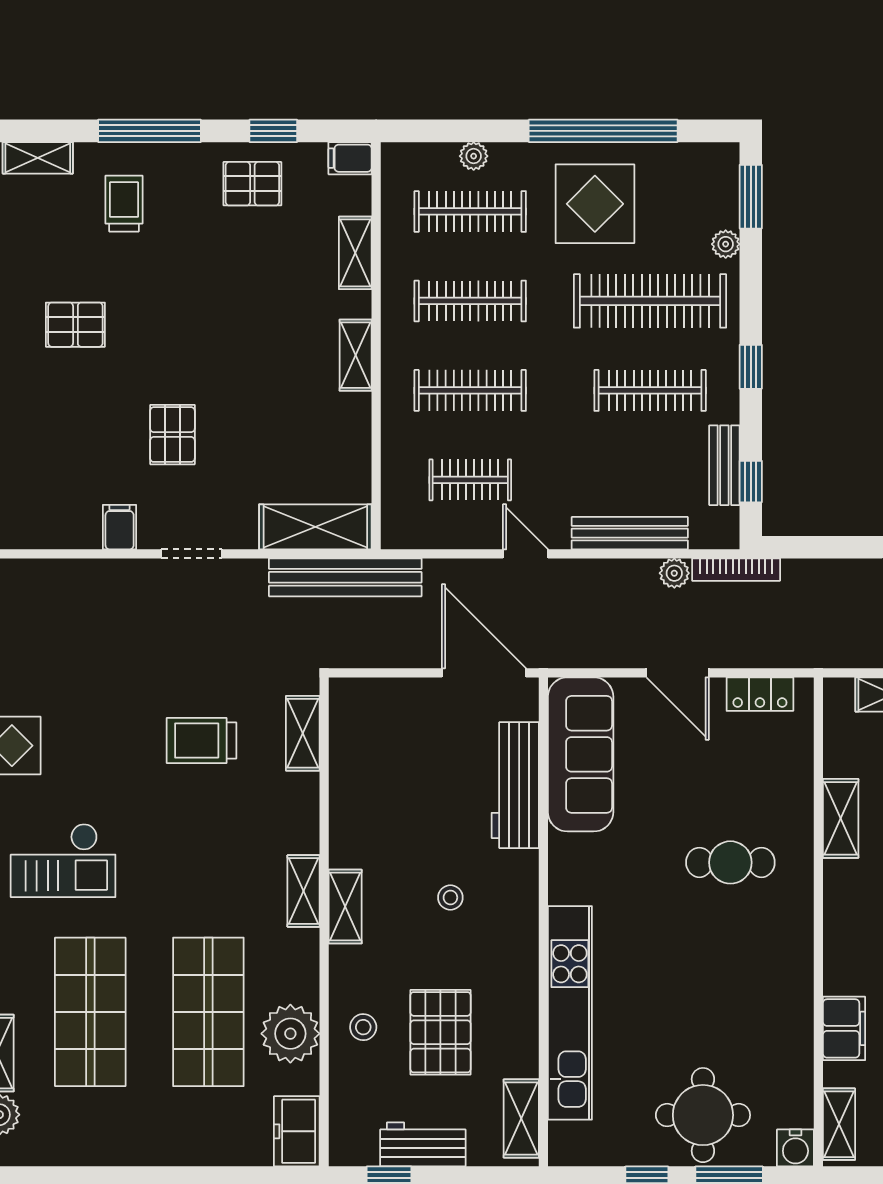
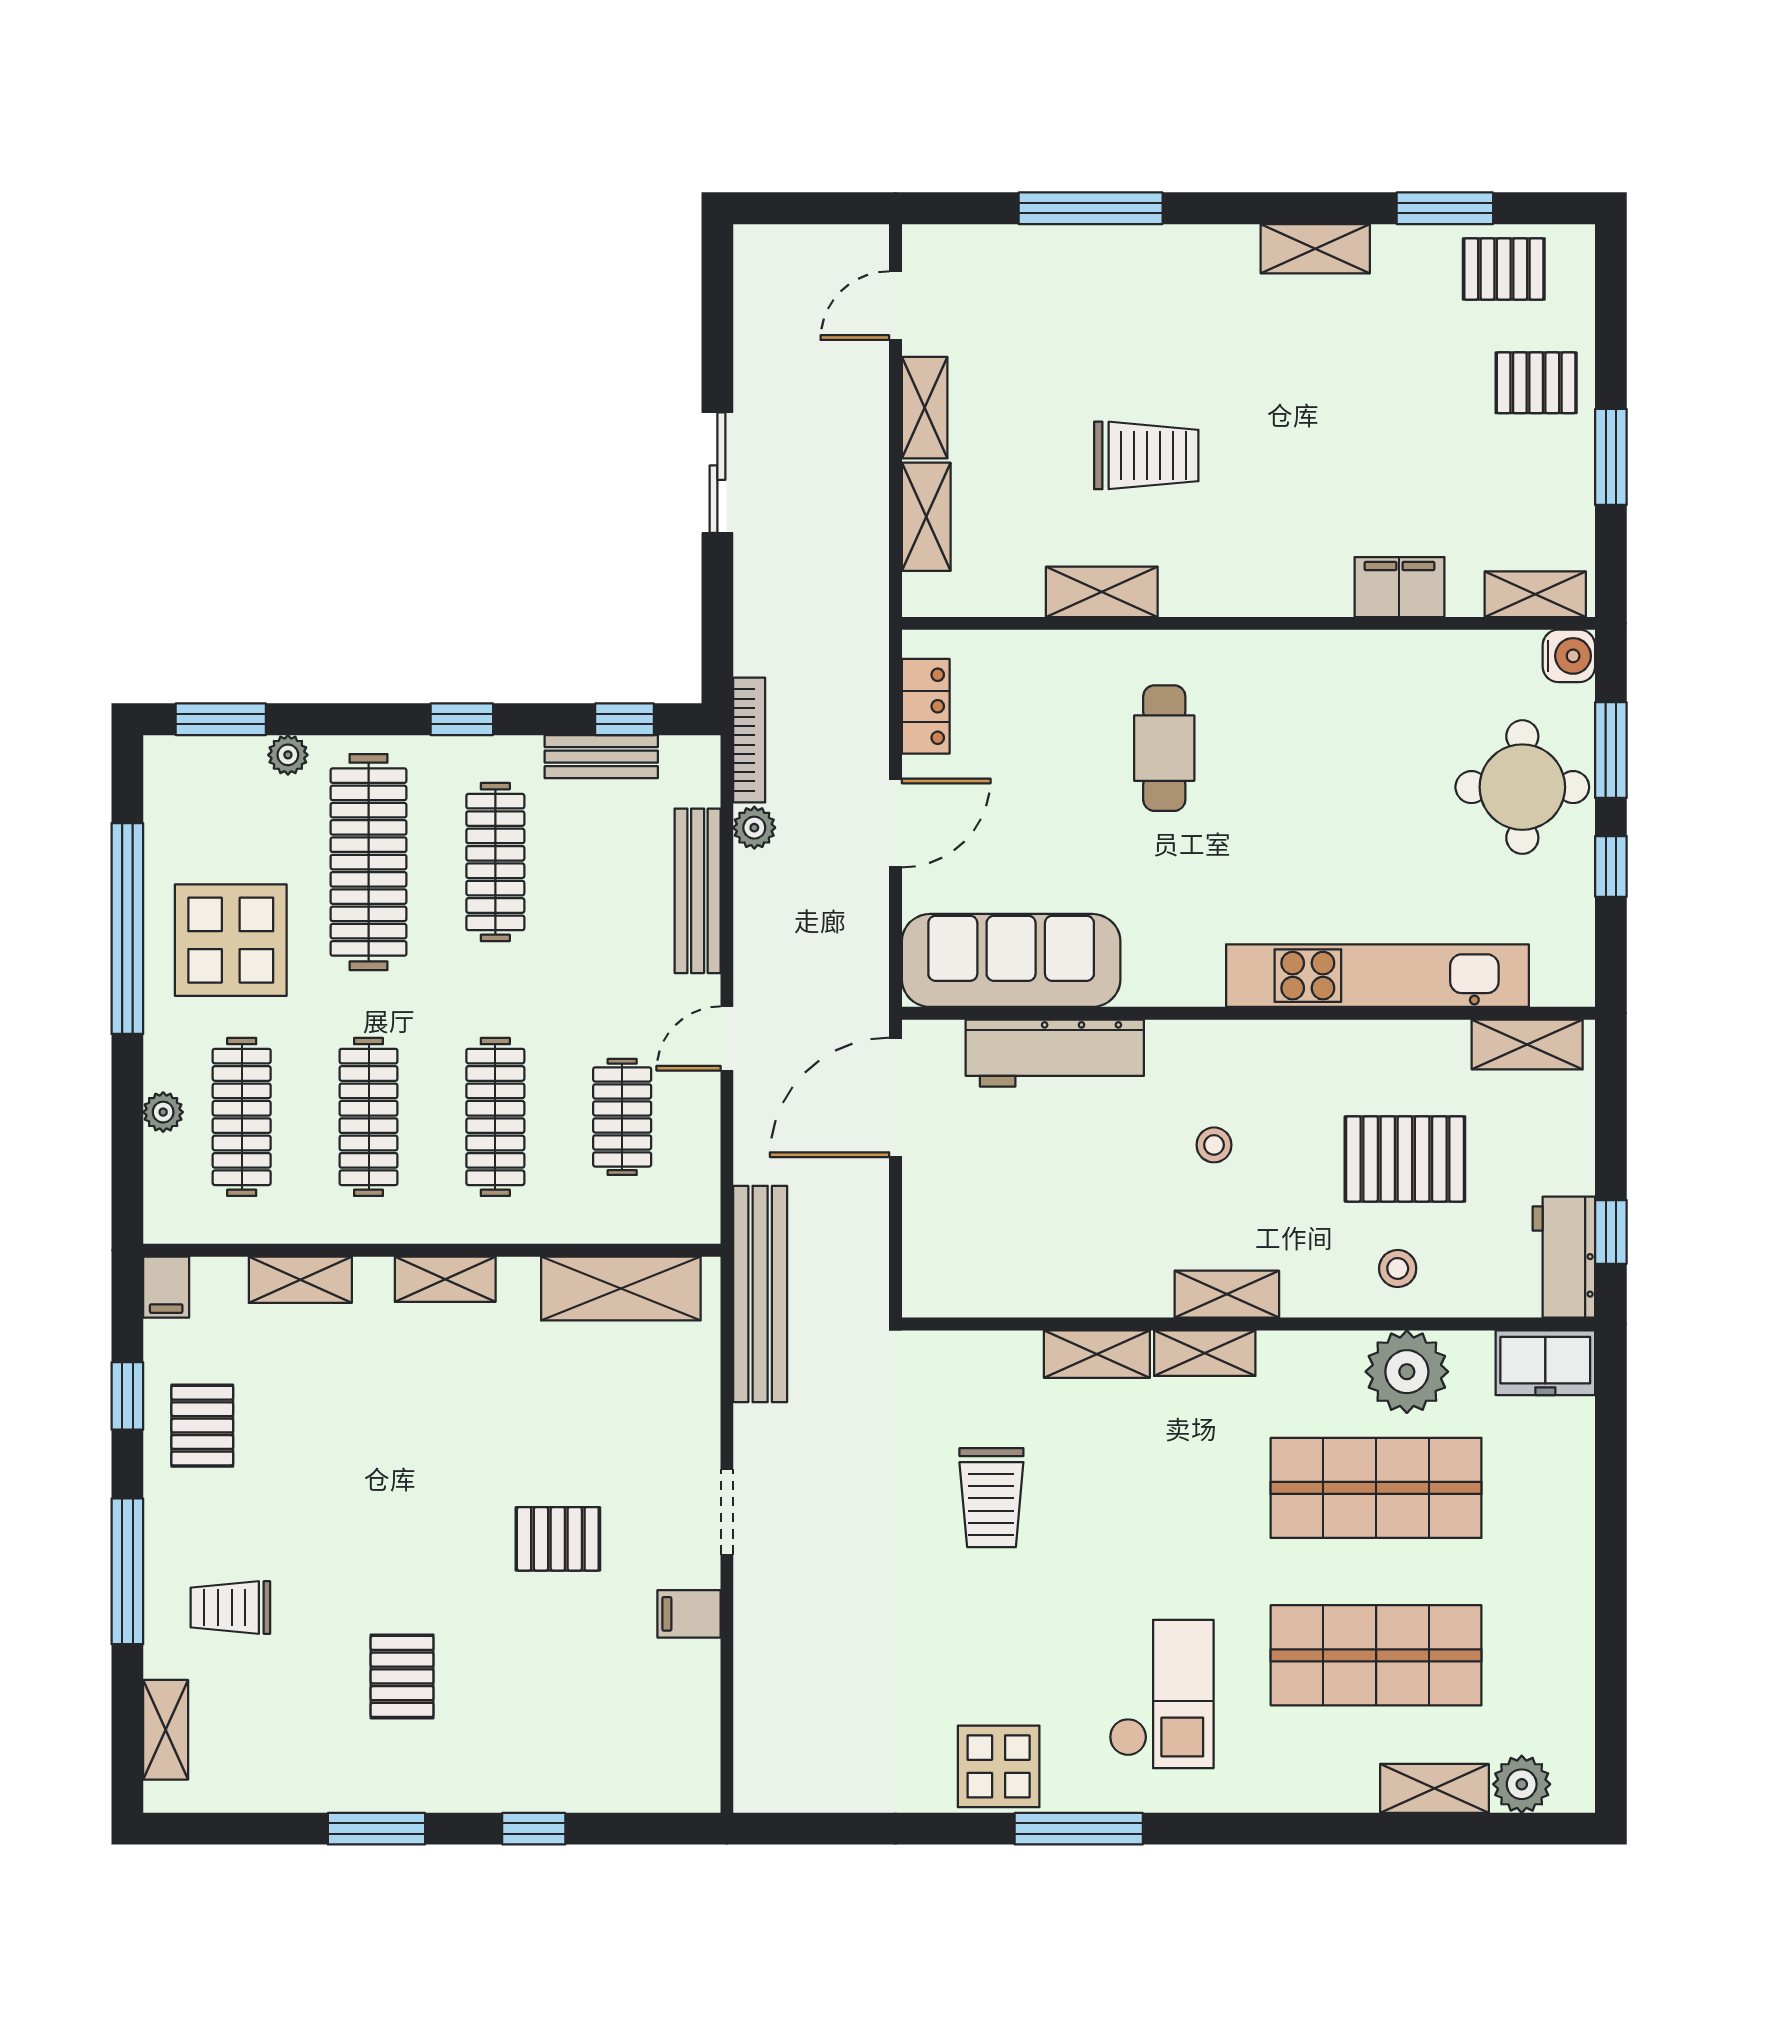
shelving: (315, 527) -> (621, 1288), moved, turned 90
shelving: (303, 733) -> (1097, 1354), moved
workbench: (423, 1144) -> (1564, 1257), moved

